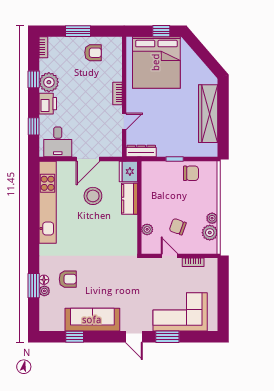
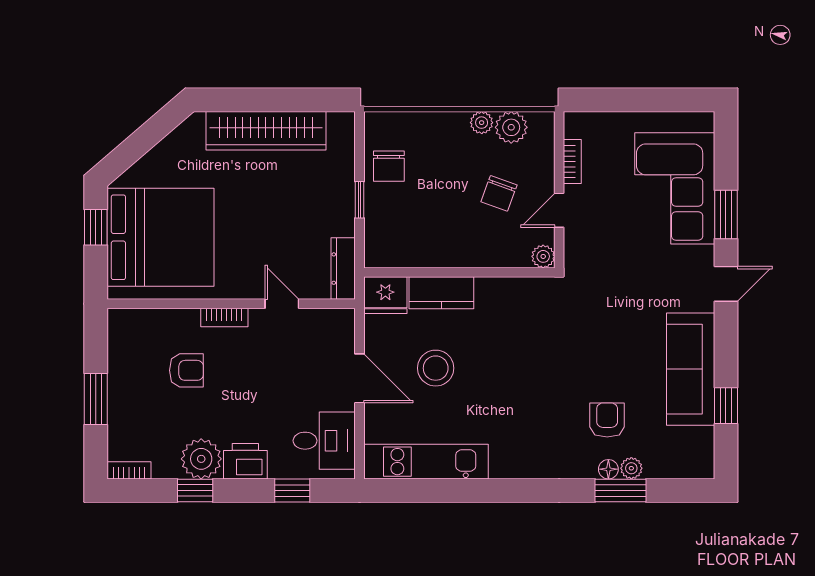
armchair: (93, 53) -> (186, 370), moved, turned 90
chair: (191, 173) -> (389, 166), turned 180
kitchen unit: (48, 202) -> (426, 462), width x0.73
plant: (147, 229) -> (543, 256), moved

